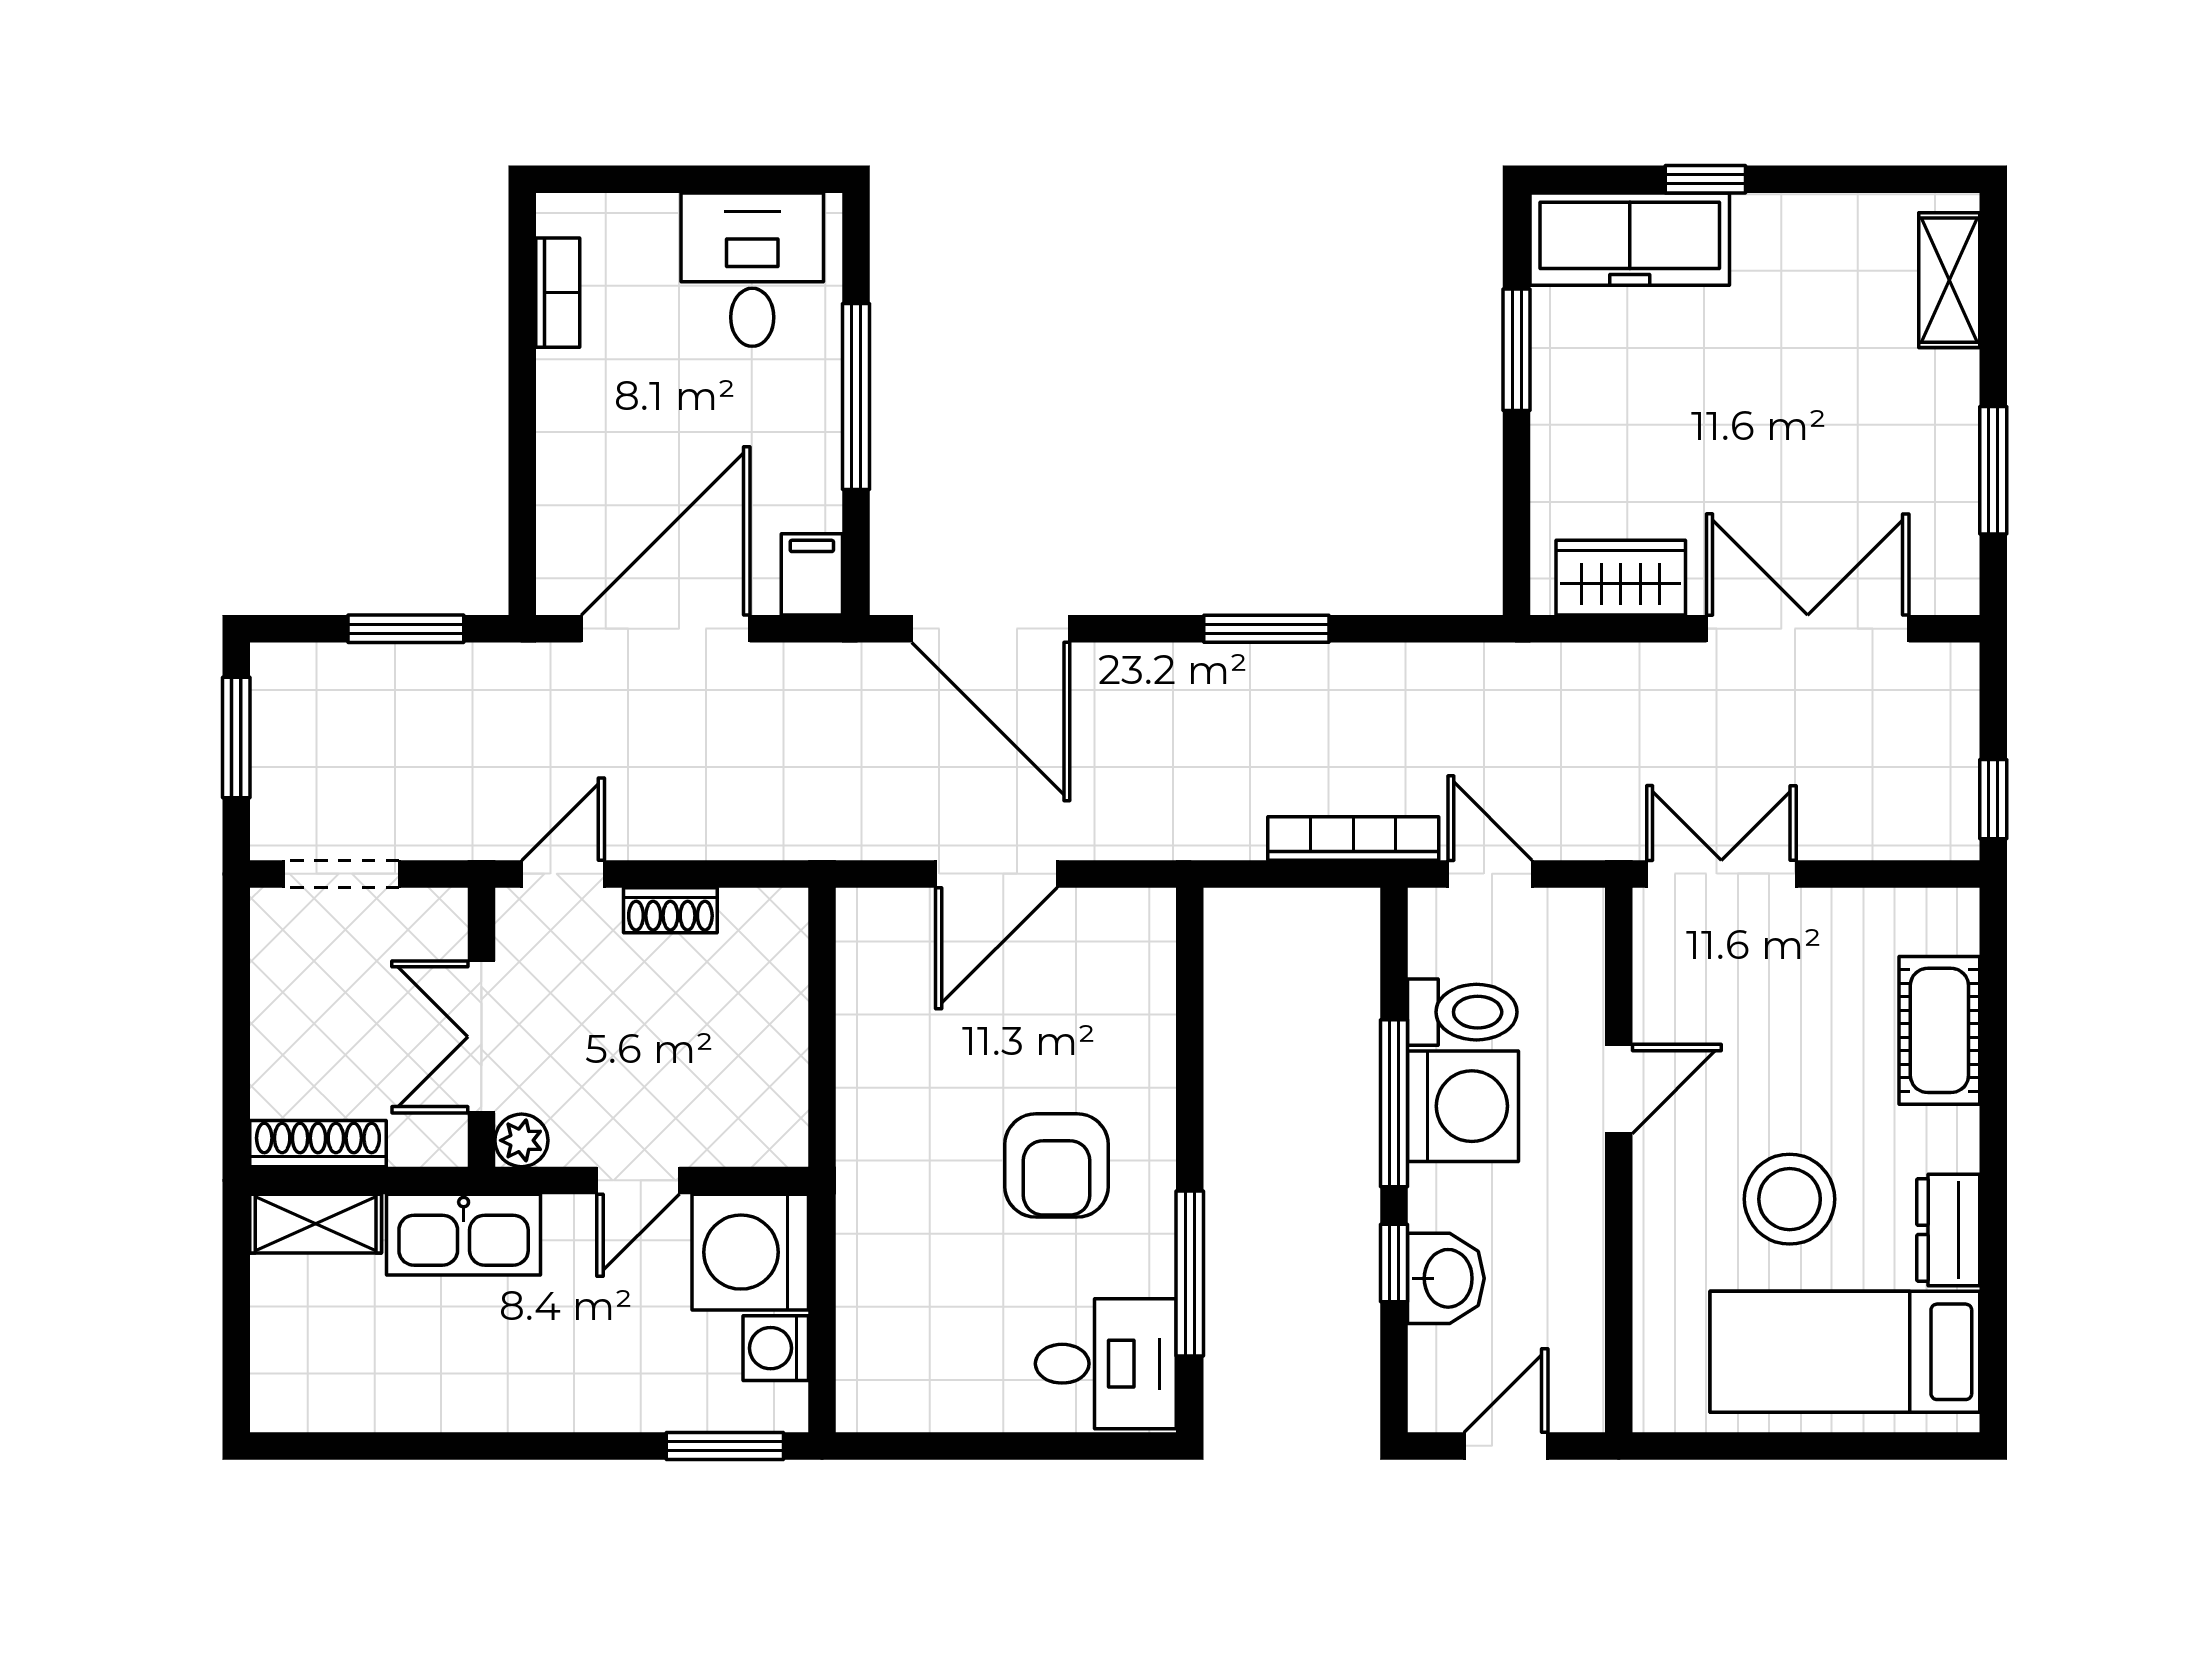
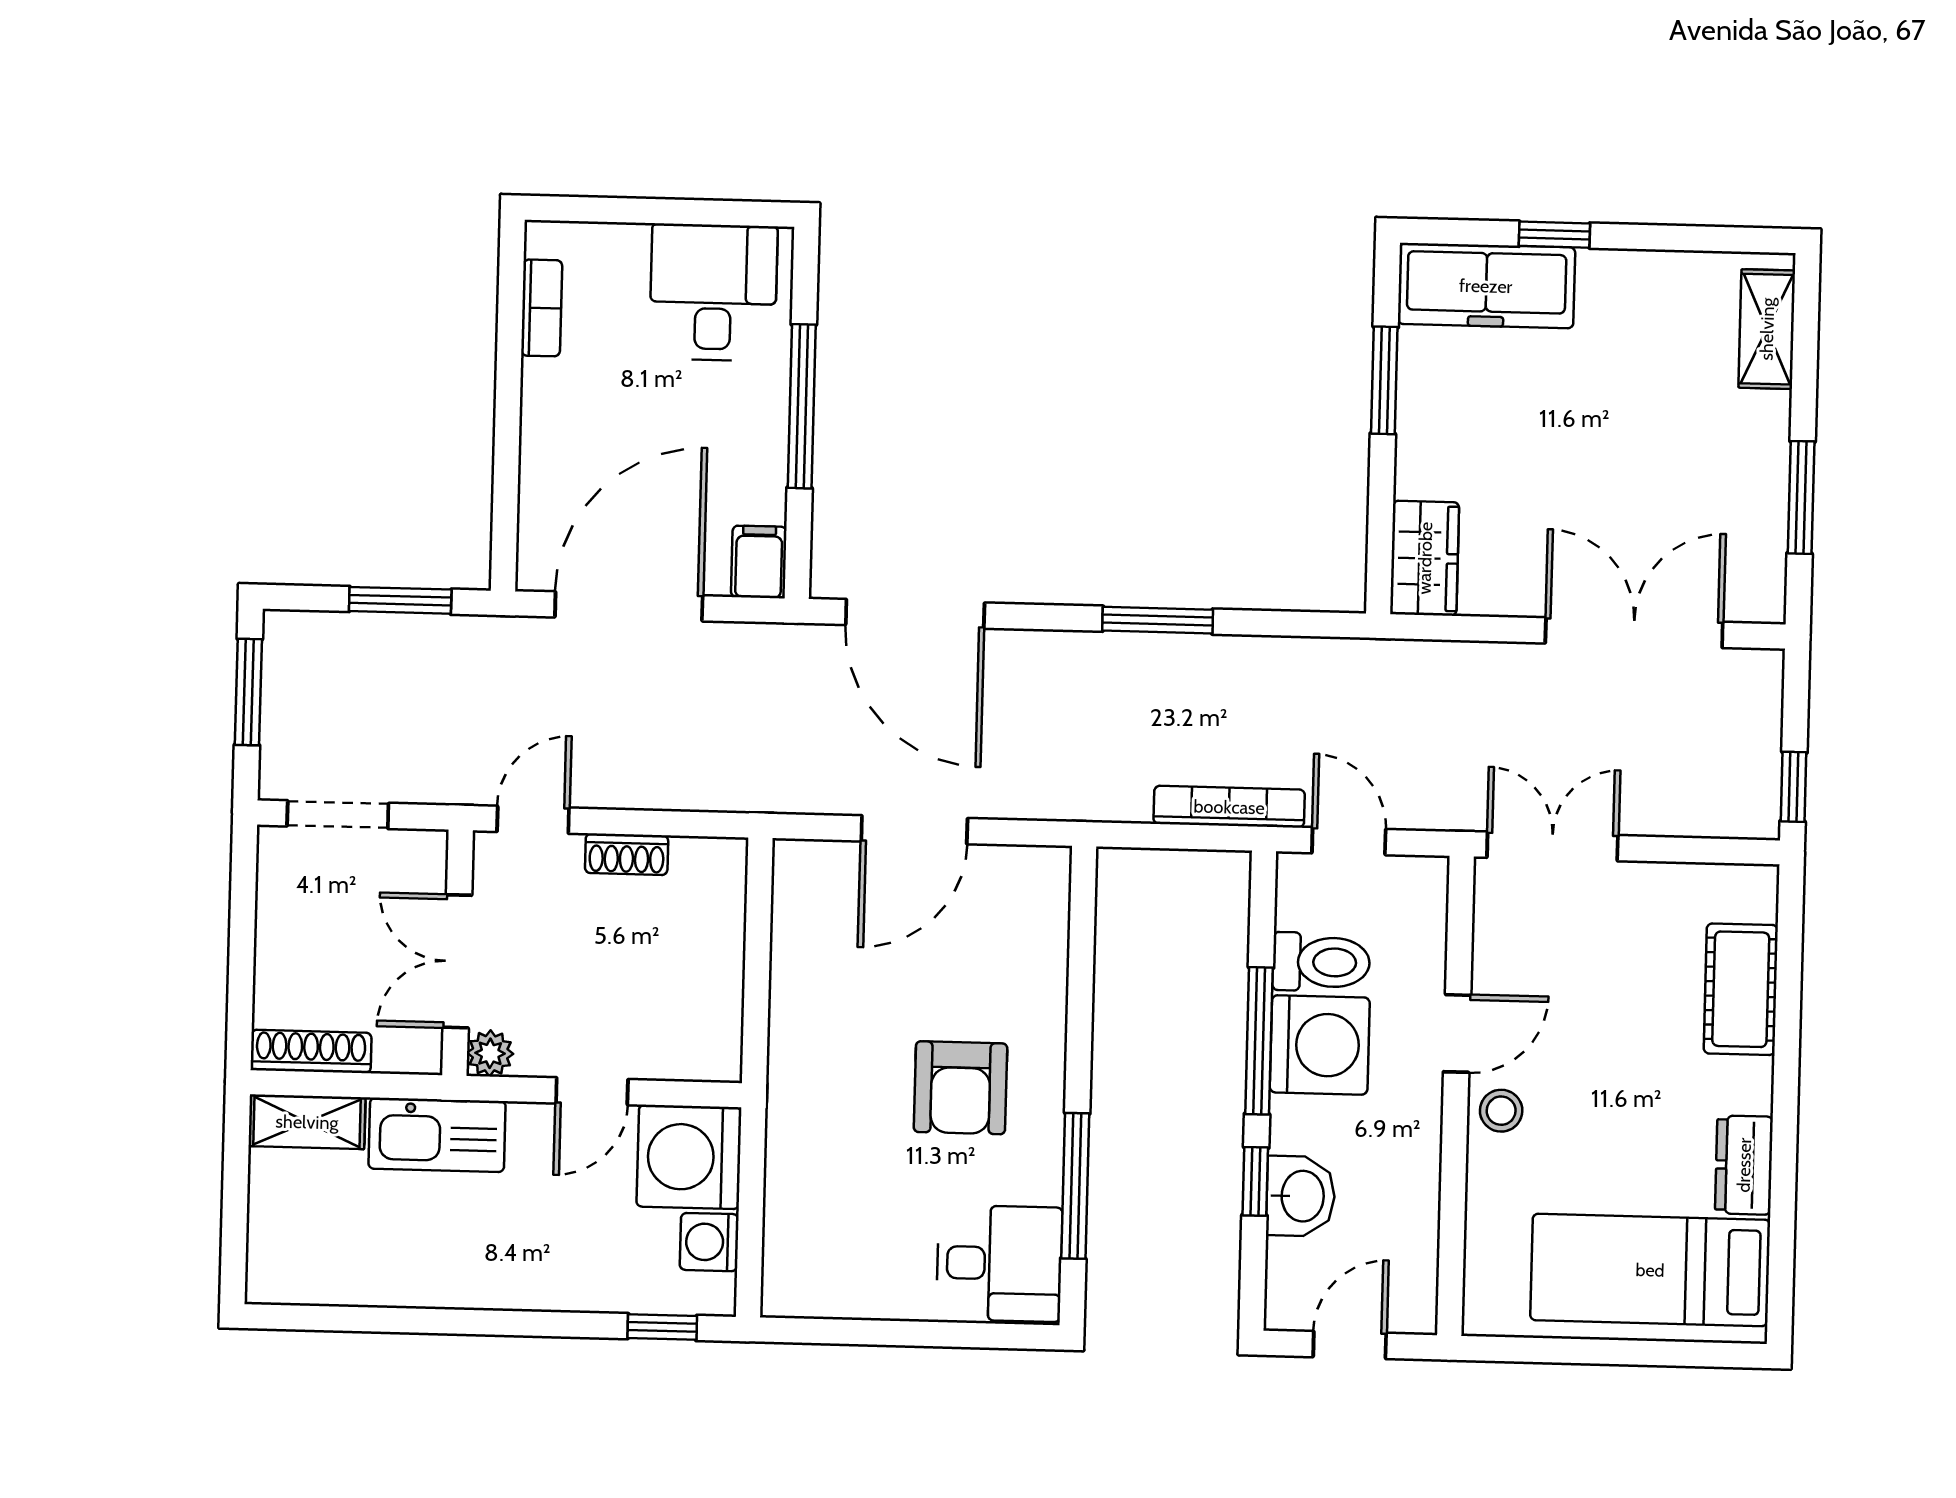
wardrobe: (1621, 578) -> (1425, 558), moved, turned 90
stool: (1790, 1199) -> (1501, 1111), moved, width x0.53, depth x0.53
window: (725, 1446) -> (662, 1327), width x0.67

